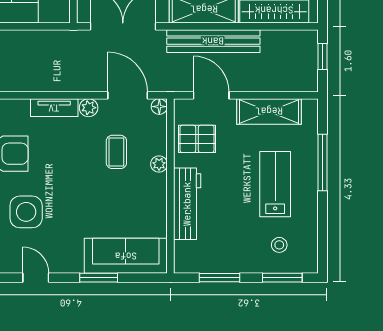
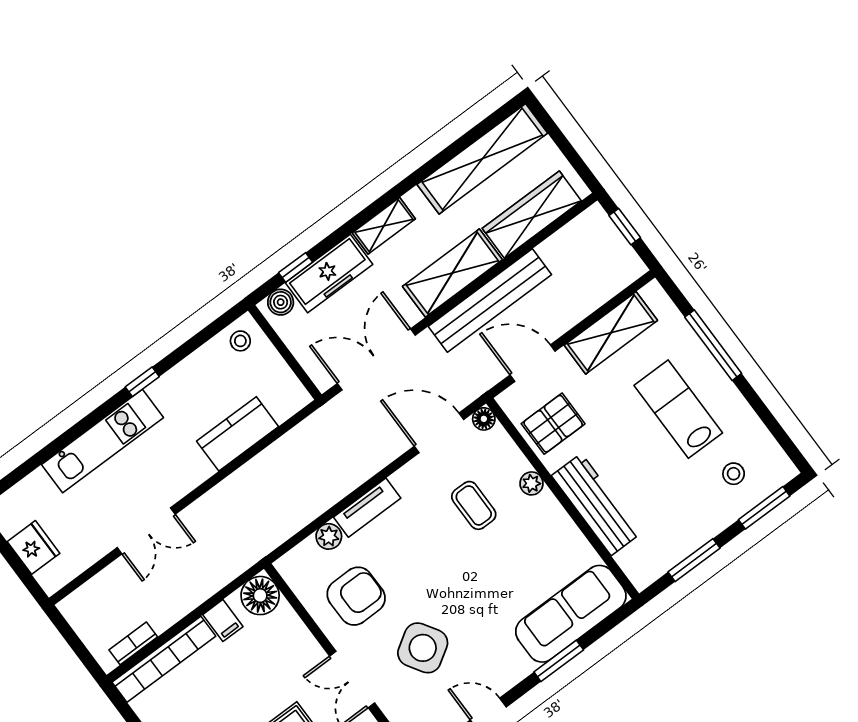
plant: (89, 108) -> (329, 536), moved
side table: (26, 212) -> (423, 648), turned -32

